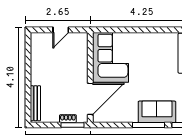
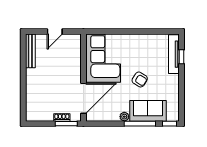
armchair: (148, 79) -> (140, 79), added
bench: (35, 103) -> (30, 51), moved
plant: (133, 118) -> (124, 117), added

